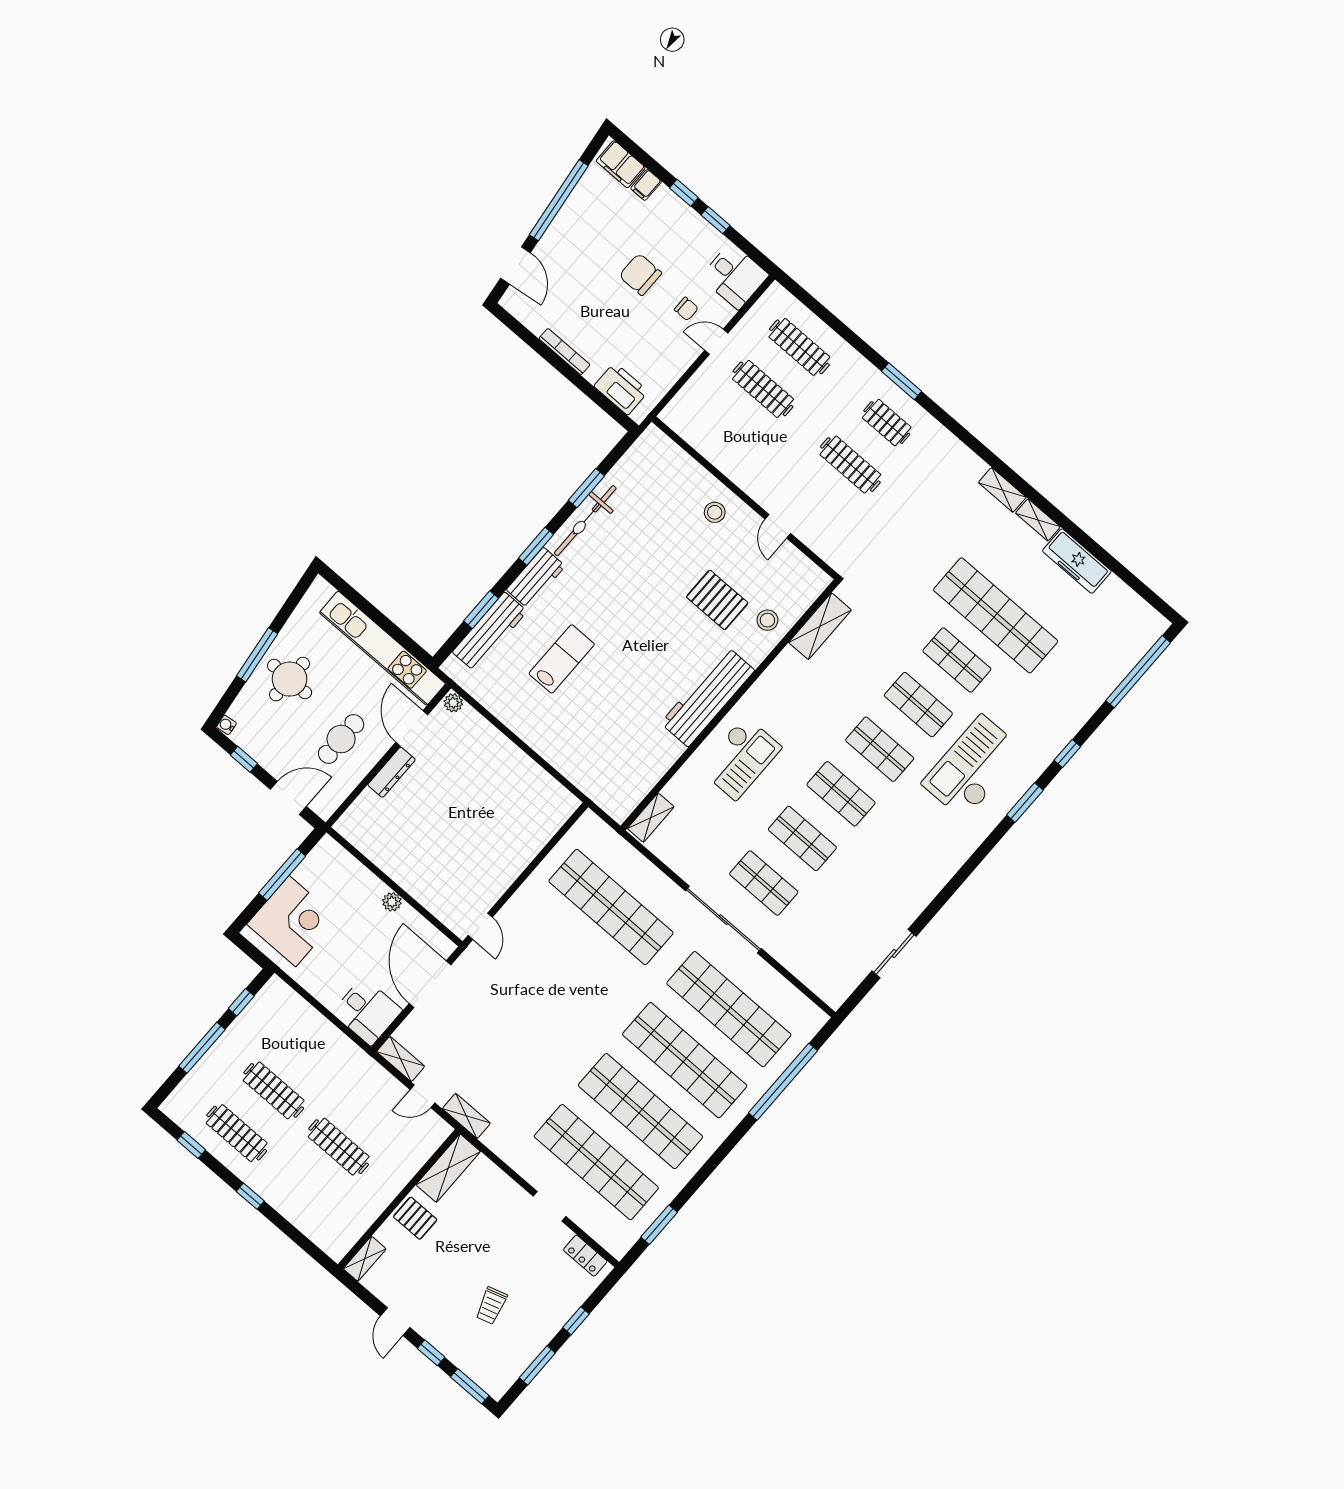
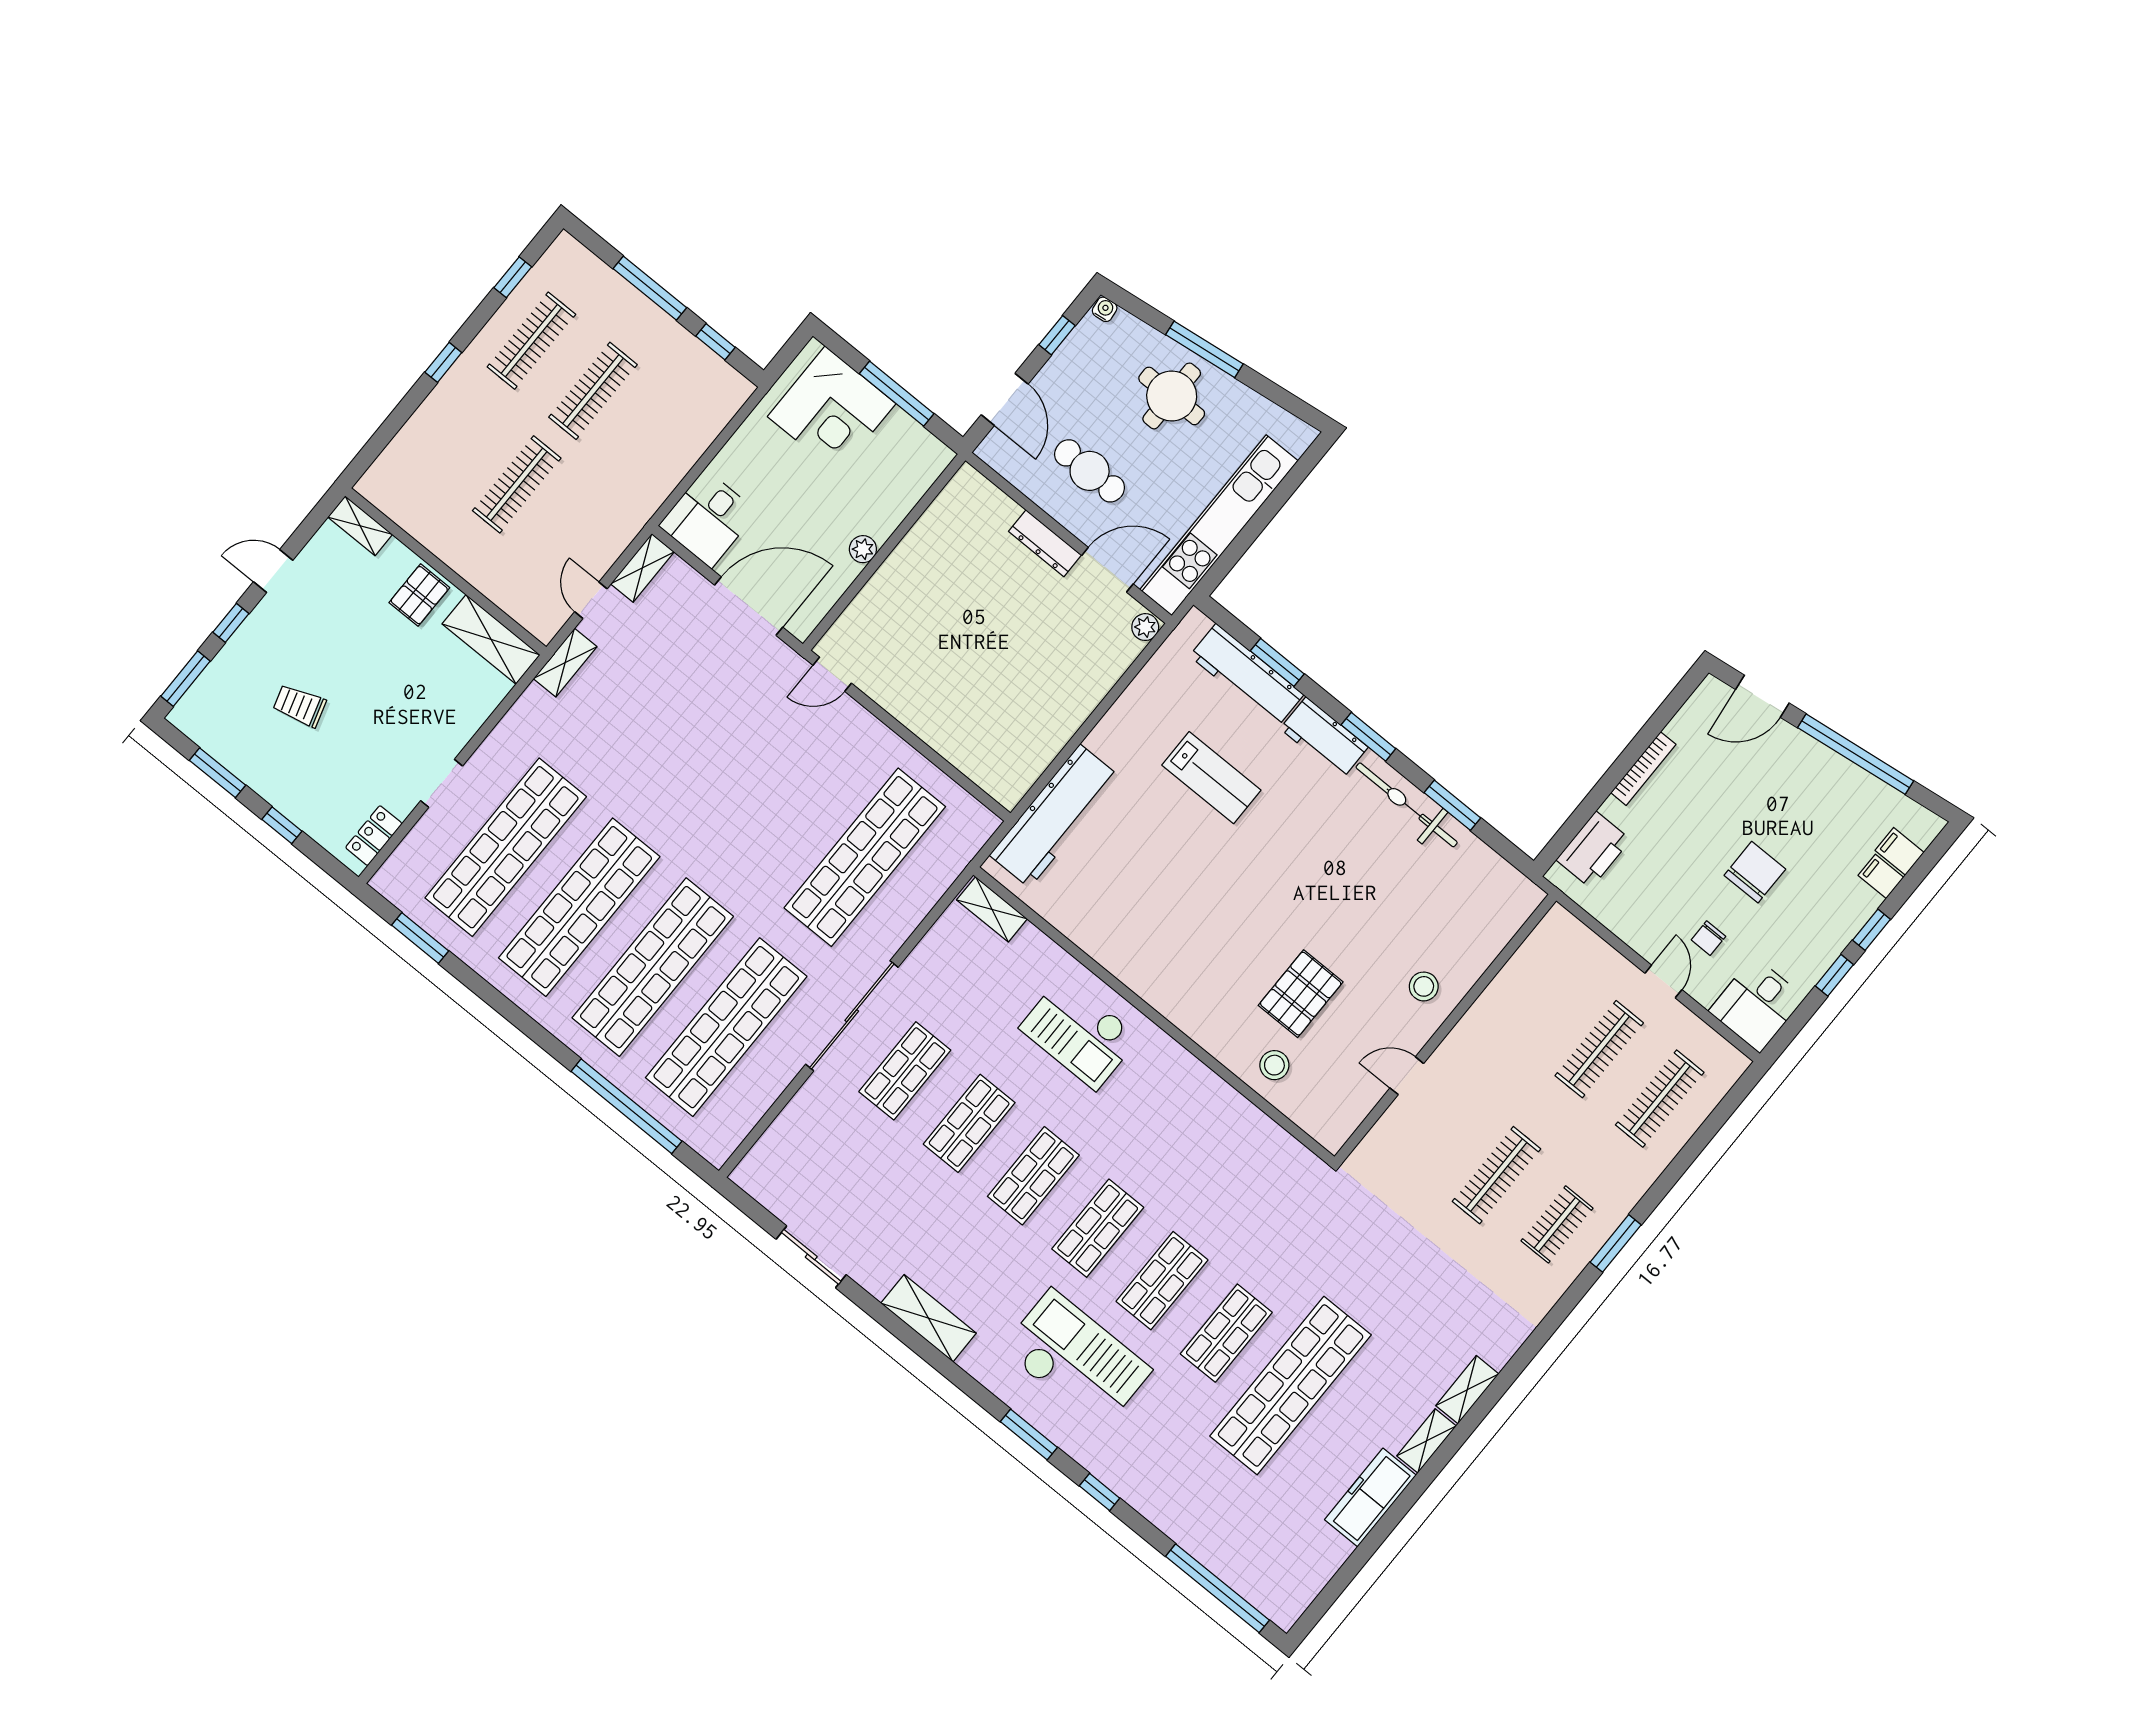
filing cabinet: (621, 164) -> (1900, 851), width x0.50
shelving: (820, 626) -> (929, 1318), moved
workbench: (708, 697) -> (1055, 816), moved, turned 90

